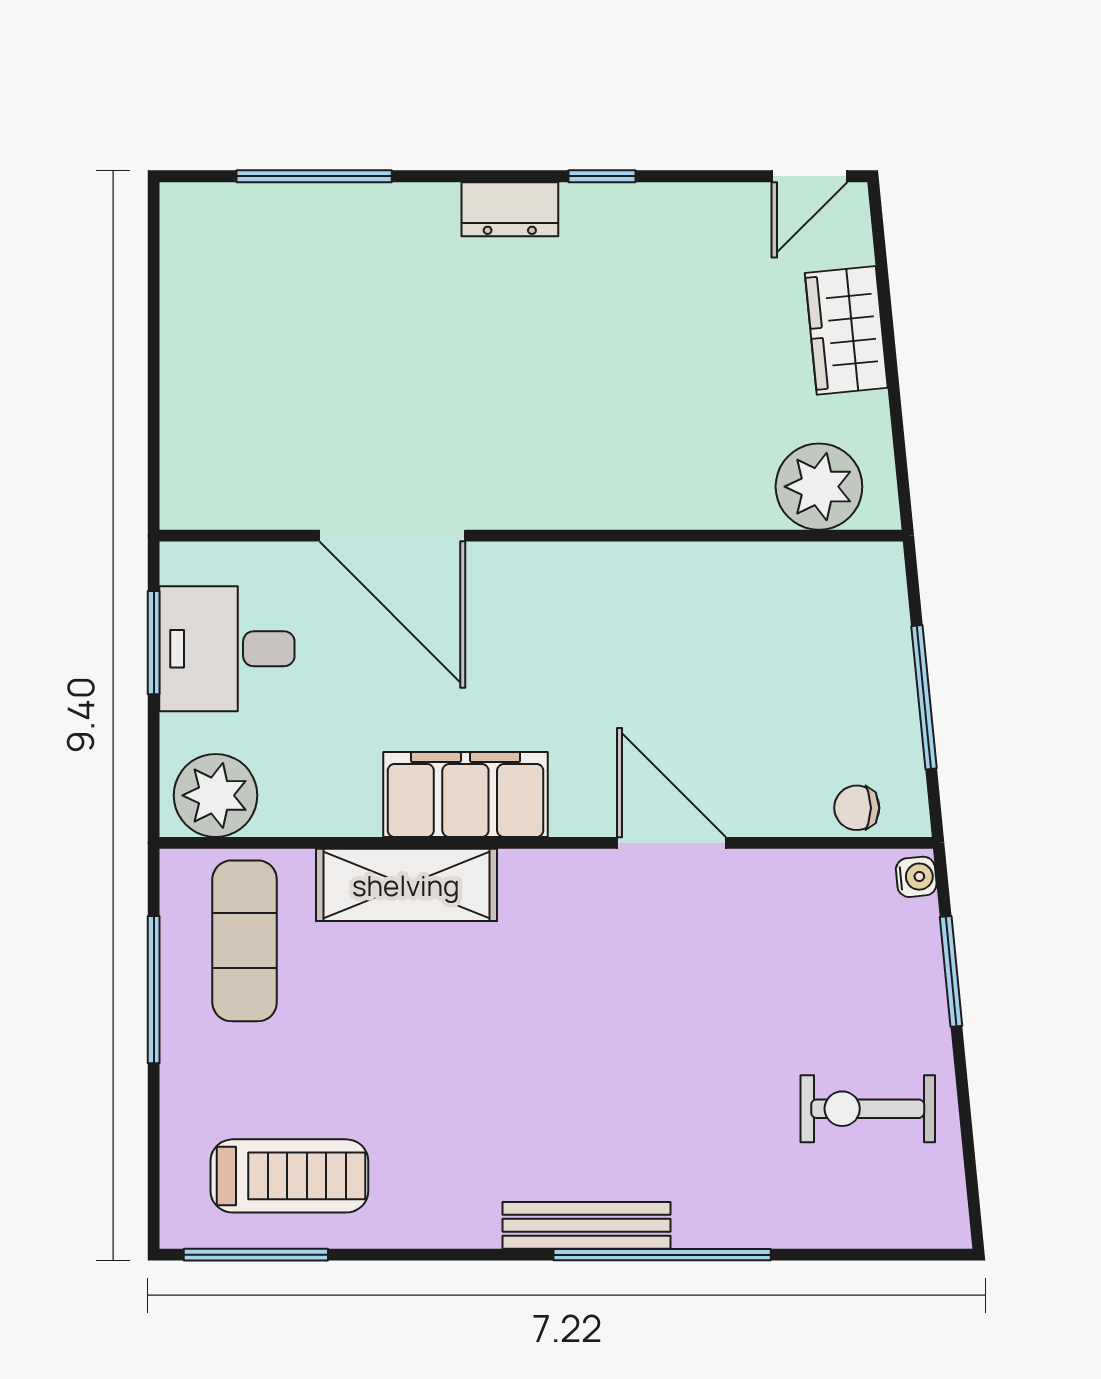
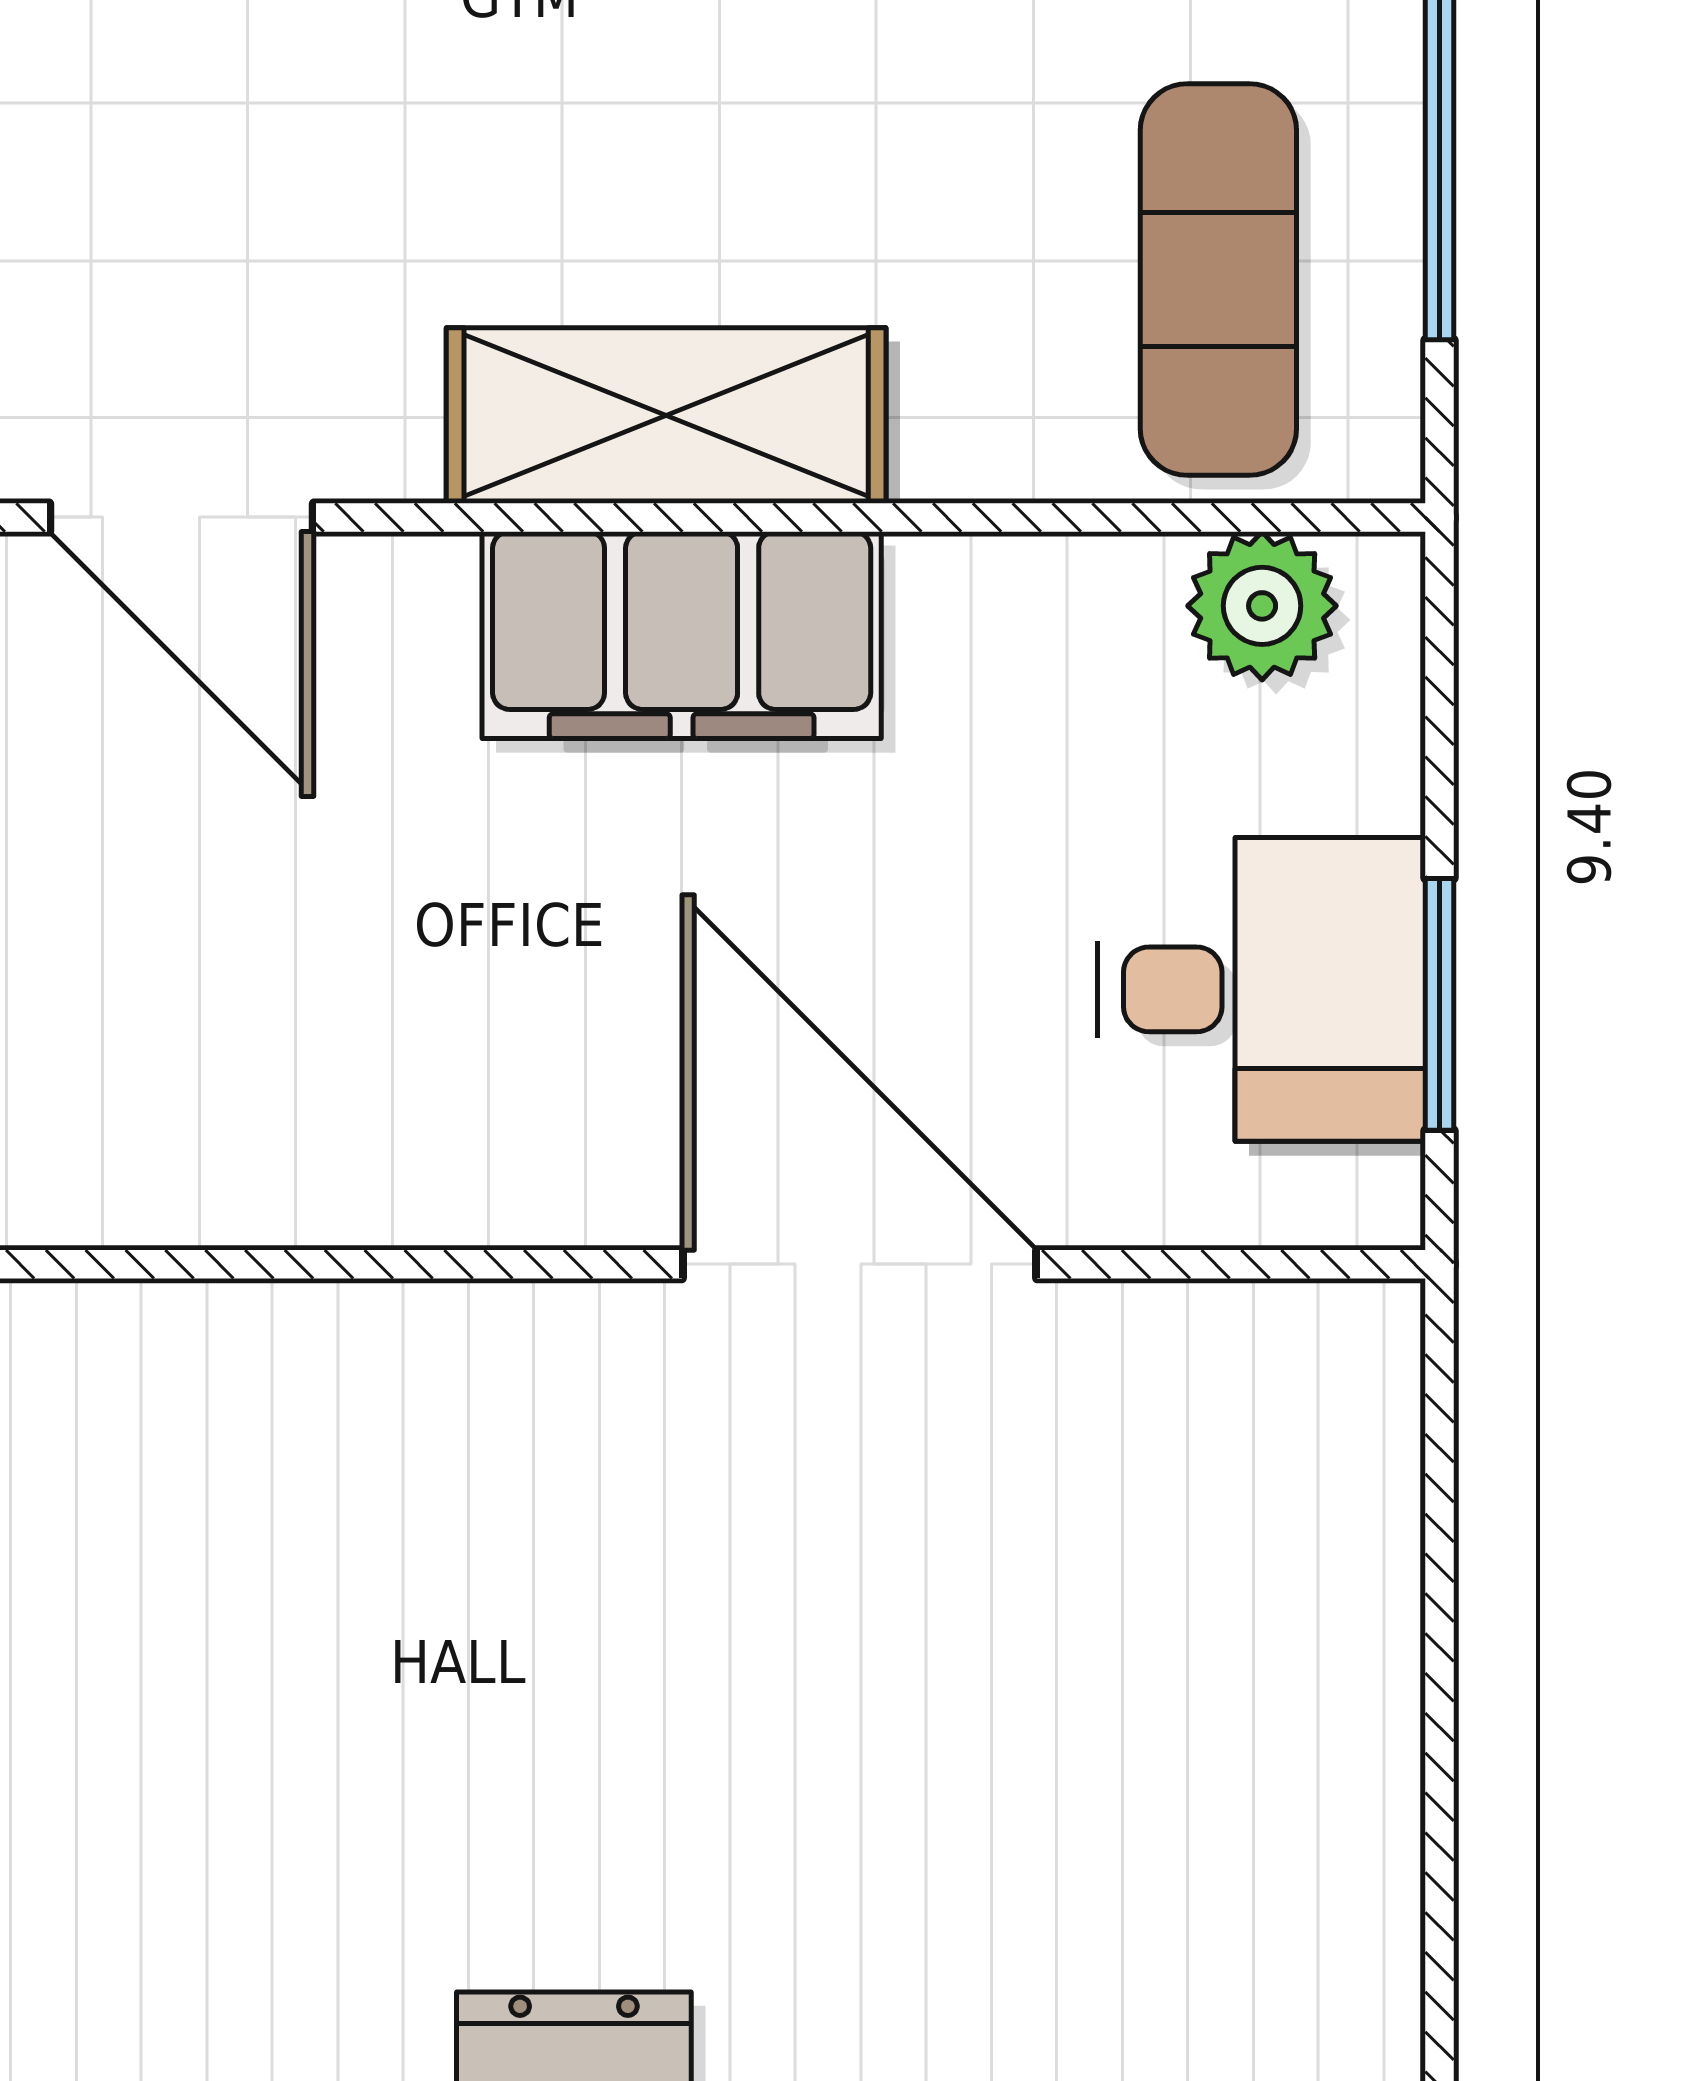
plant: (216, 795) -> (1262, 606), width x0.73, depth x0.73
shelving: (406, 885) -> (666, 415), moved

